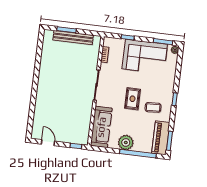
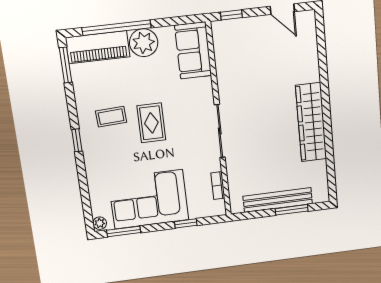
wardrobe: (45, 77) -> (311, 122), added
sofa: (101, 127) -> (193, 51), width x0.73
piano: (161, 138) -> (98, 47), moved, turned 90

